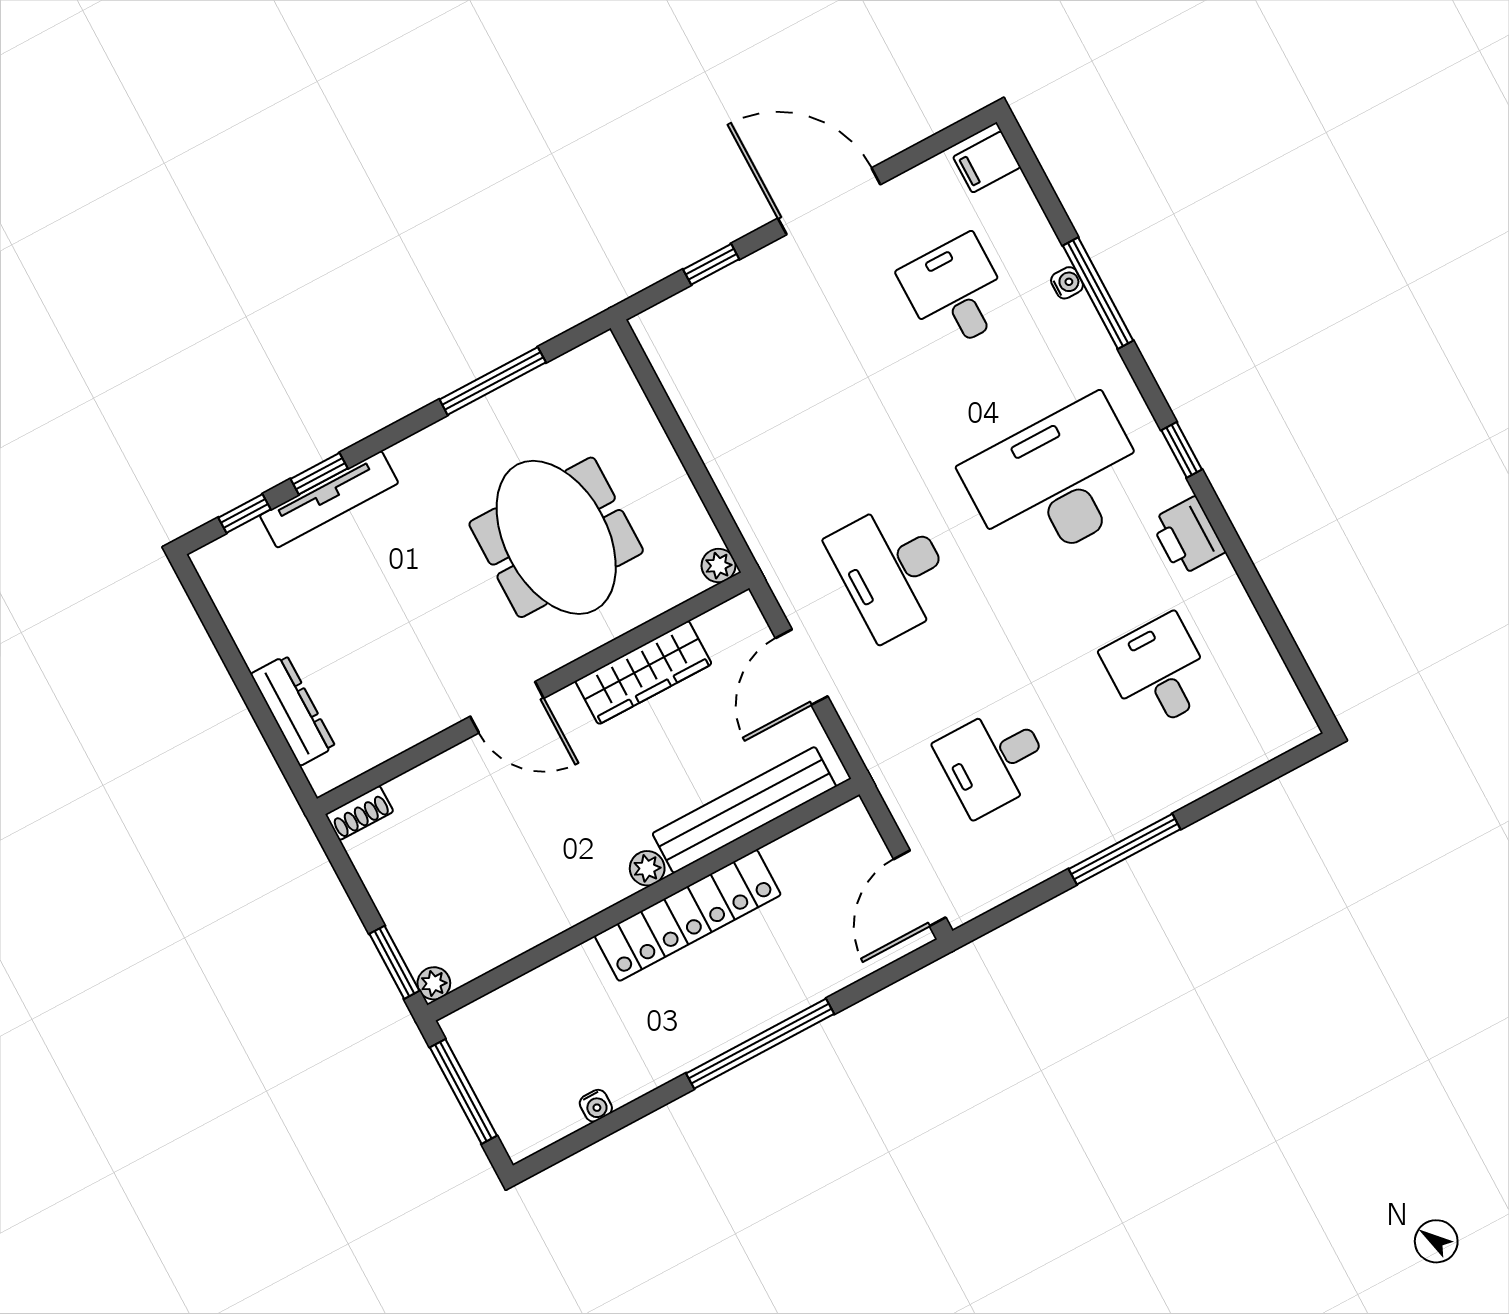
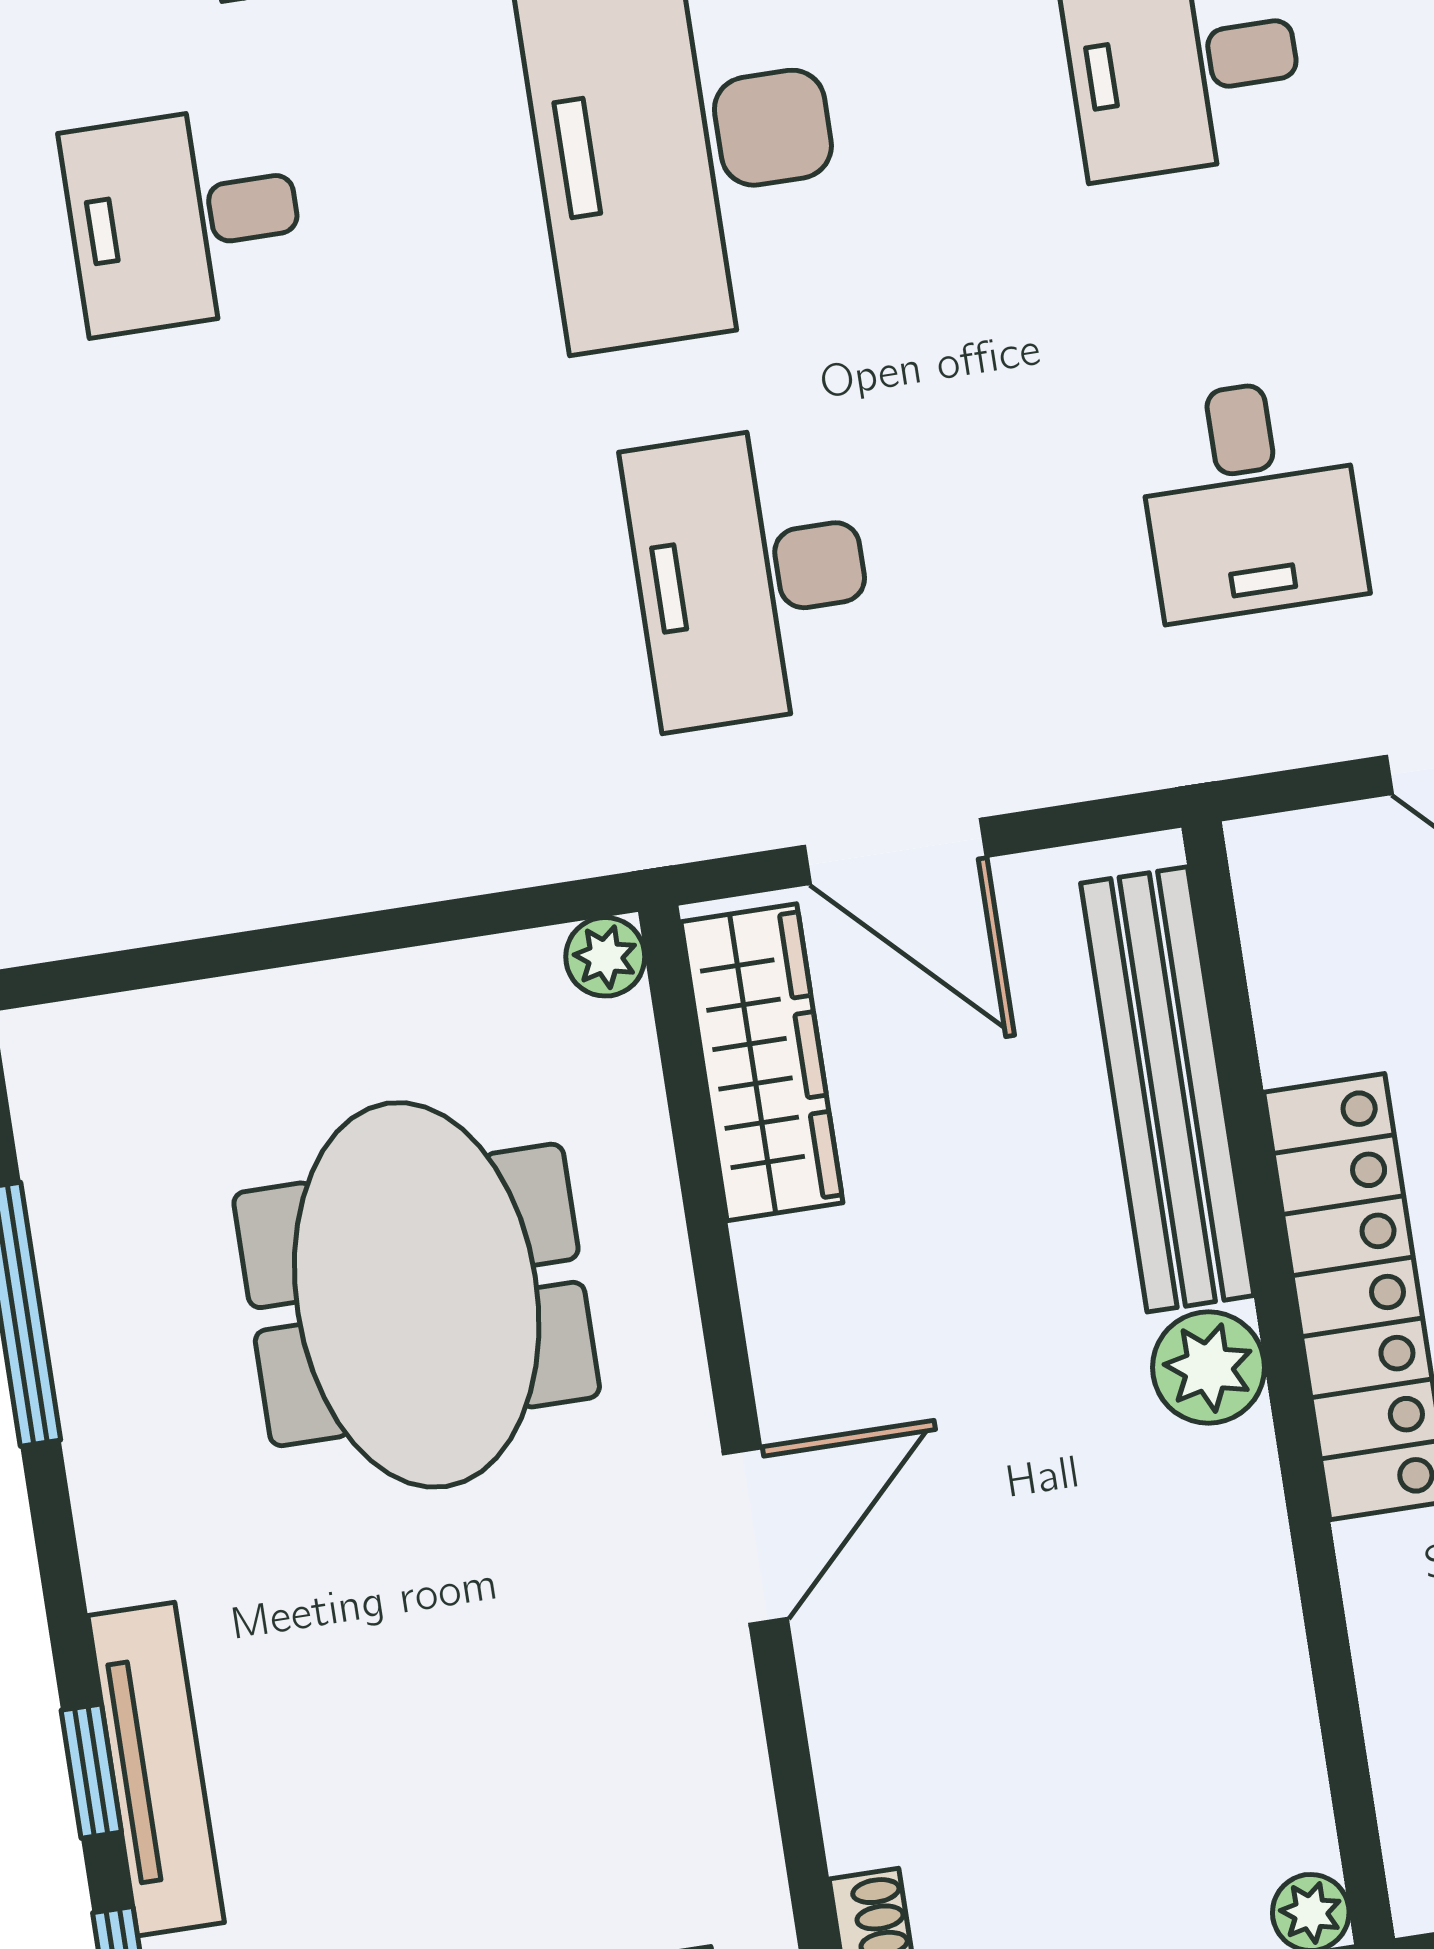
meeting table: (556, 537) -> (417, 1295), turned 90
desk: (892, 570) -> (751, 576), turned 90
wardrobe: (643, 673) -> (762, 1062), moved
plant: (647, 868) -> (1208, 1368), width x1.38, depth x1.38

